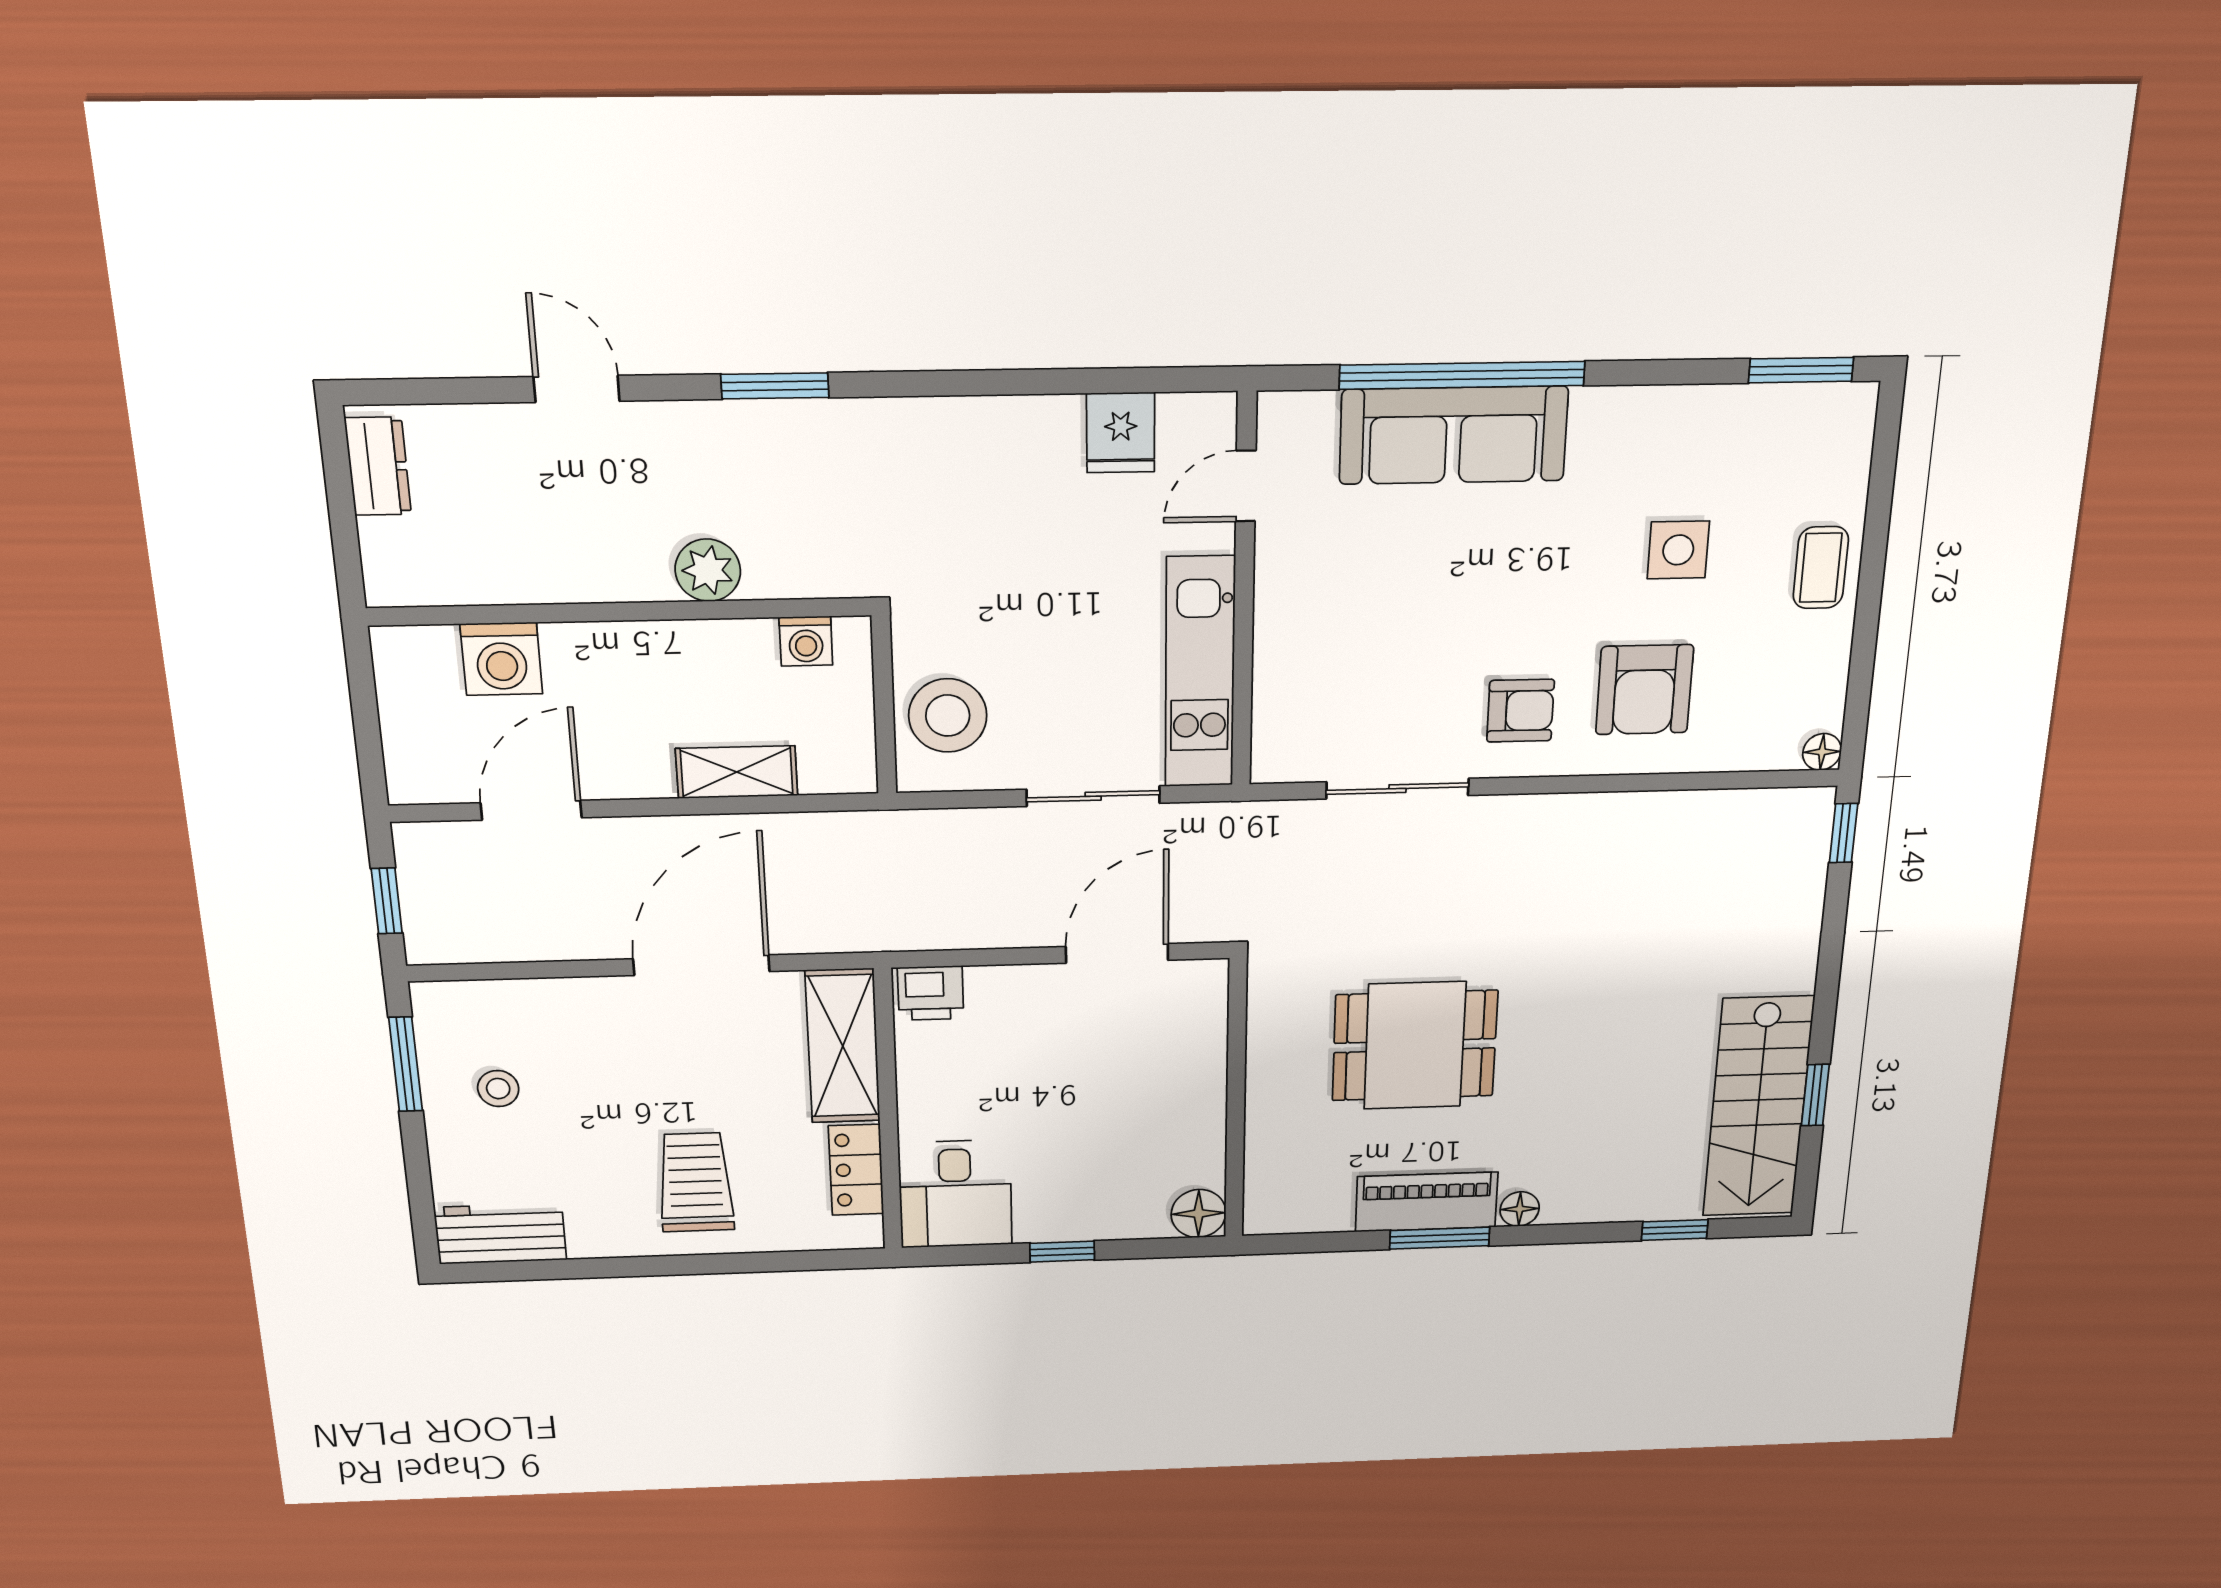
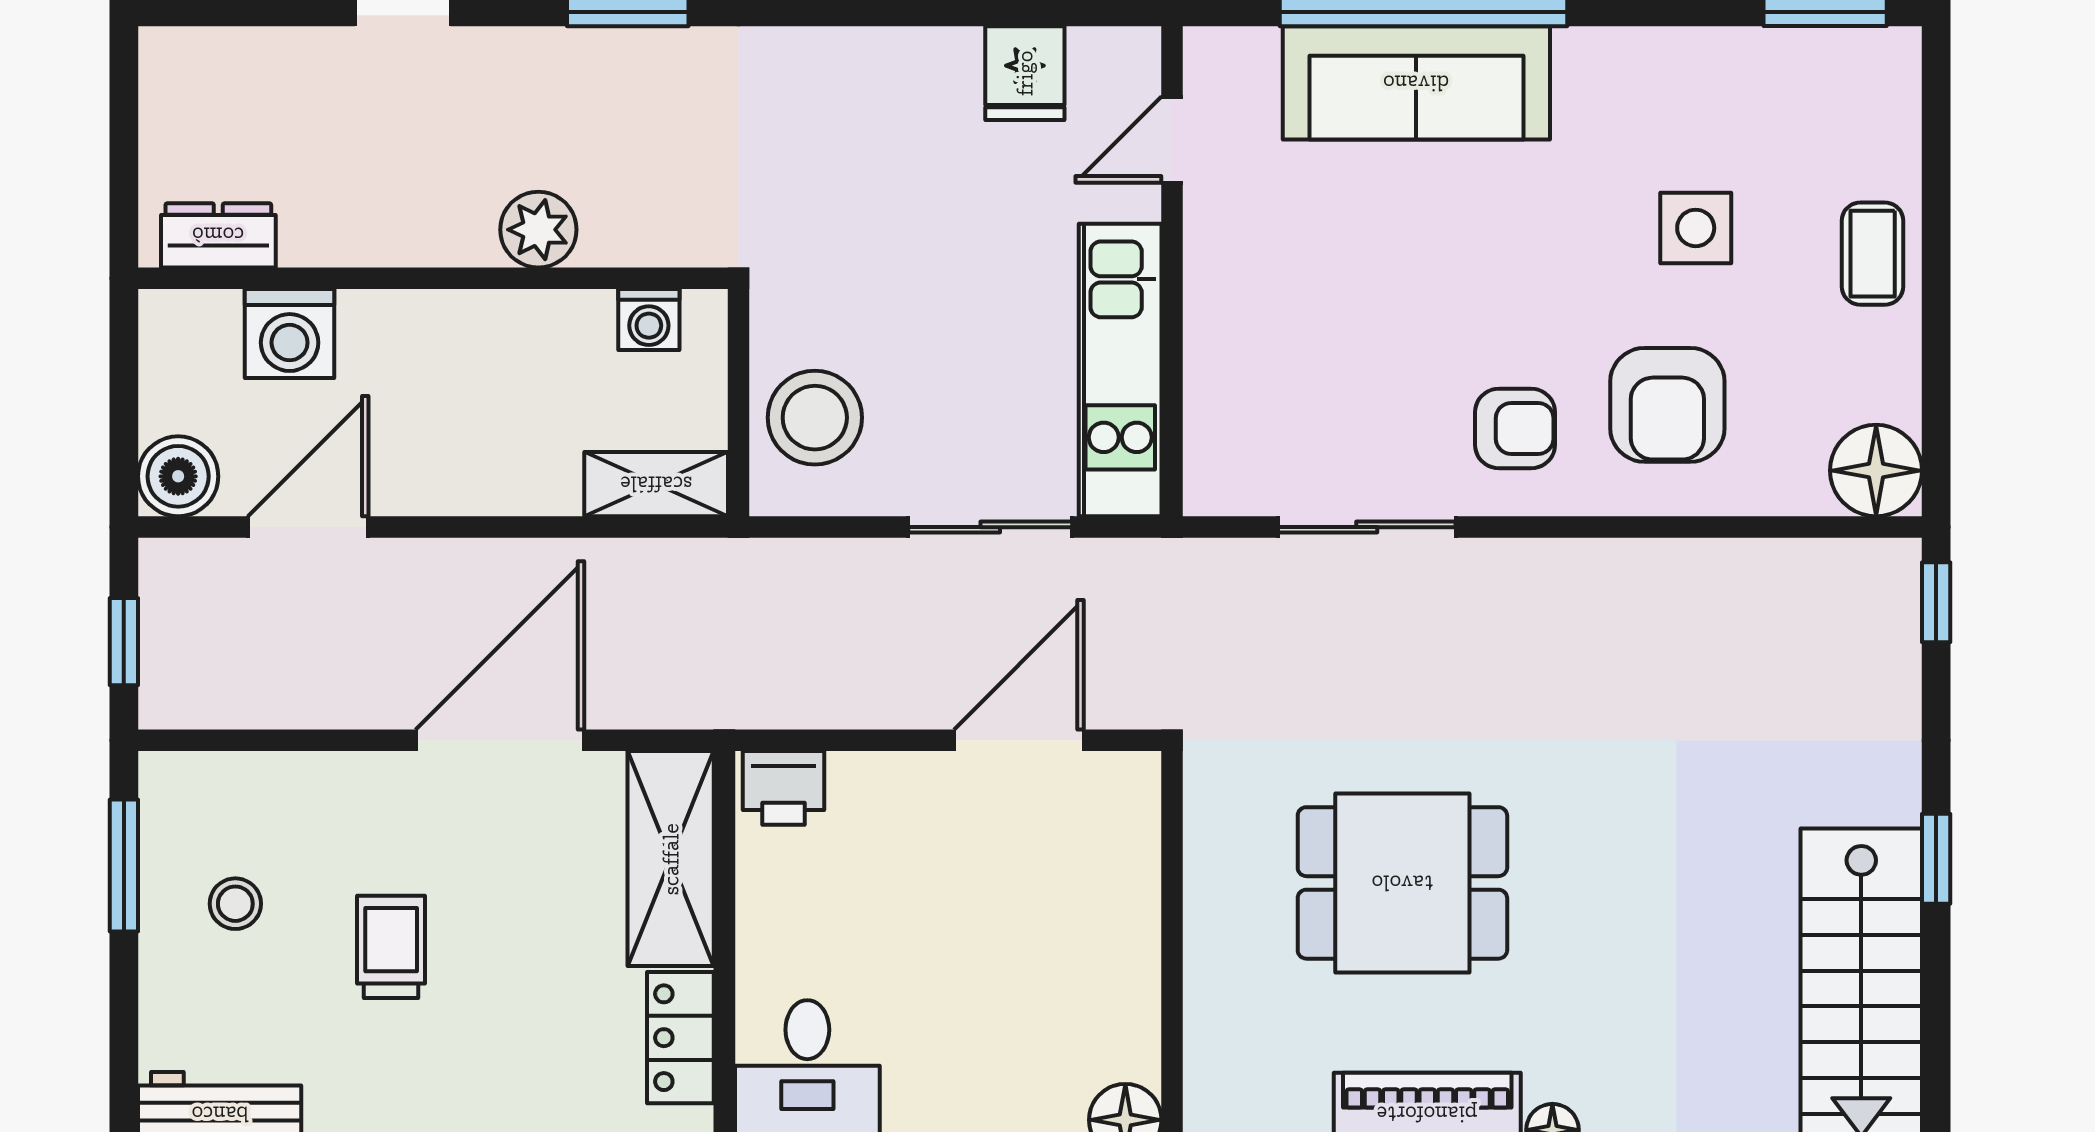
dresser: (378, 466) -> (218, 235), moved, turned -90
floor lamp: (1822, 752) -> (1876, 471), width x1.89, depth x1.89
shelving: (737, 772) -> (656, 484), moved
boiler: (418, 774) -> (178, 476), added
window: (1815, 1095) -> (1936, 859), moved
trolley: (695, 1182) -> (391, 947), moved, width x0.73, depth x0.72

